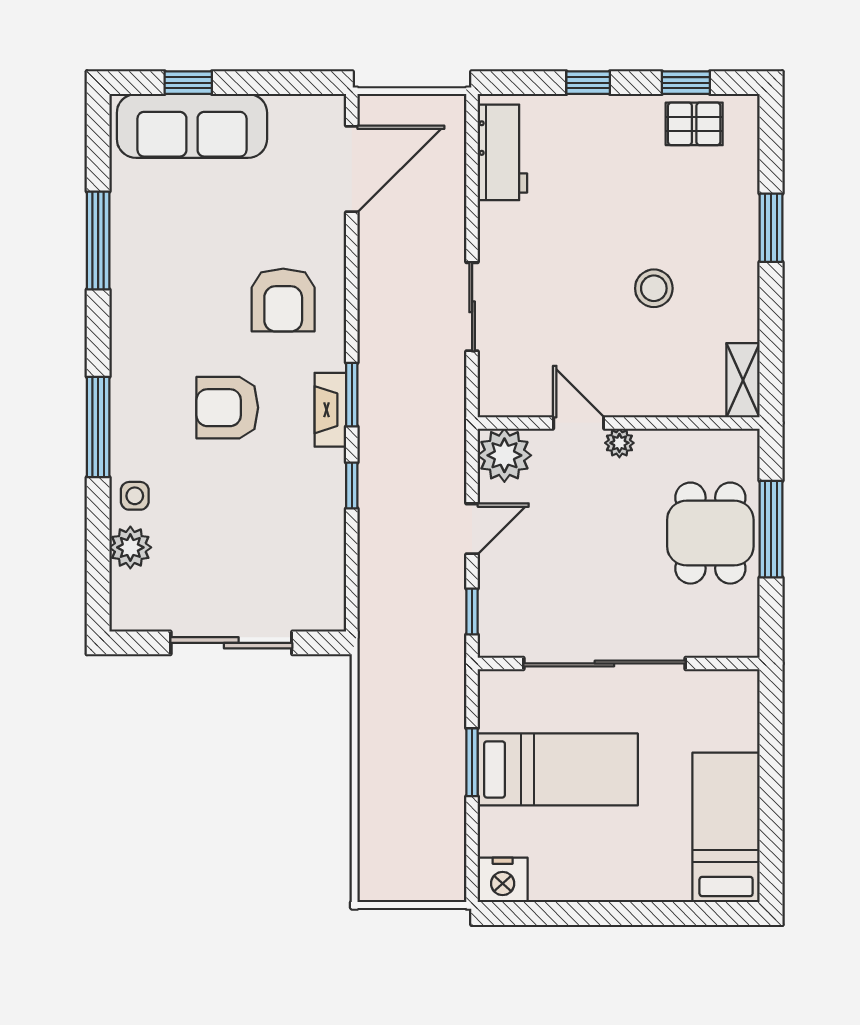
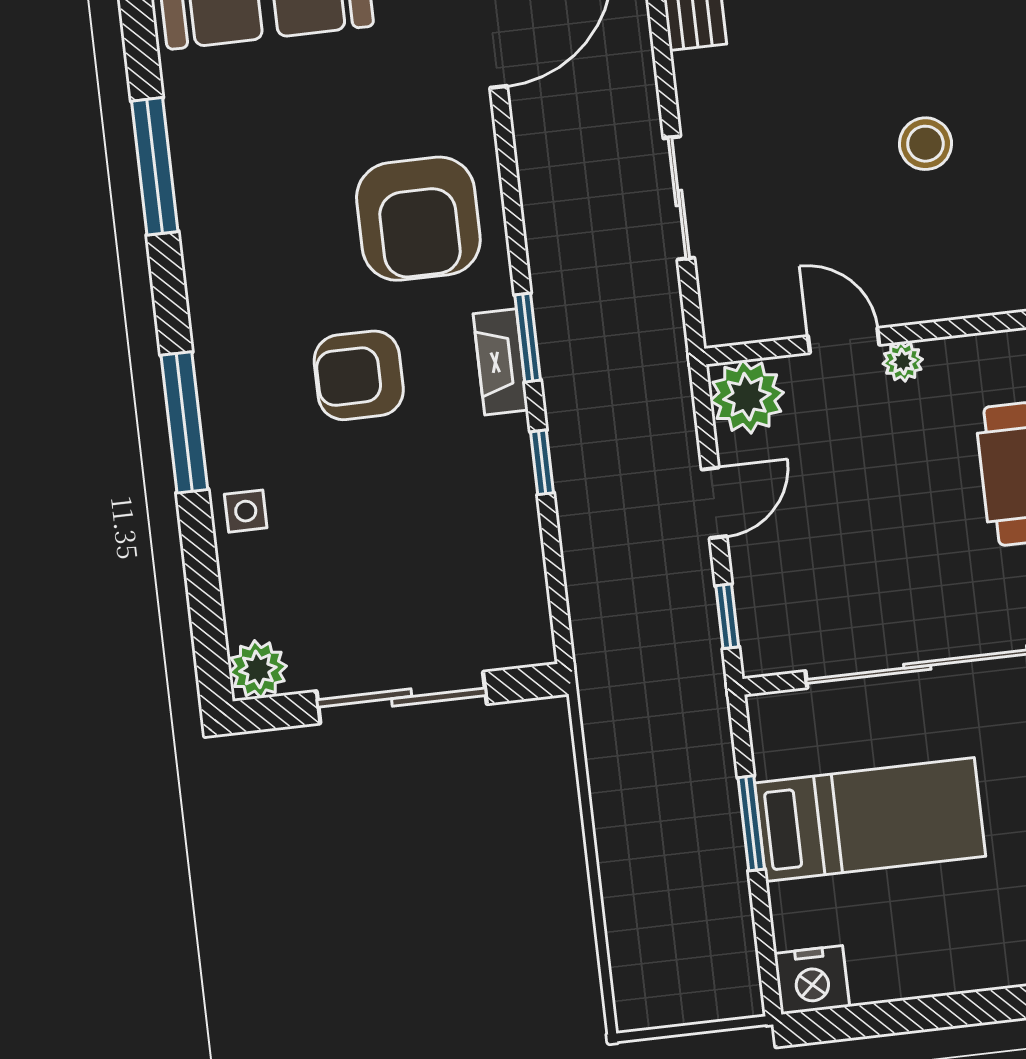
armchair: (283, 300) -> (418, 219), width x1.36, depth x1.36
plant: (130, 547) -> (258, 669), moved

